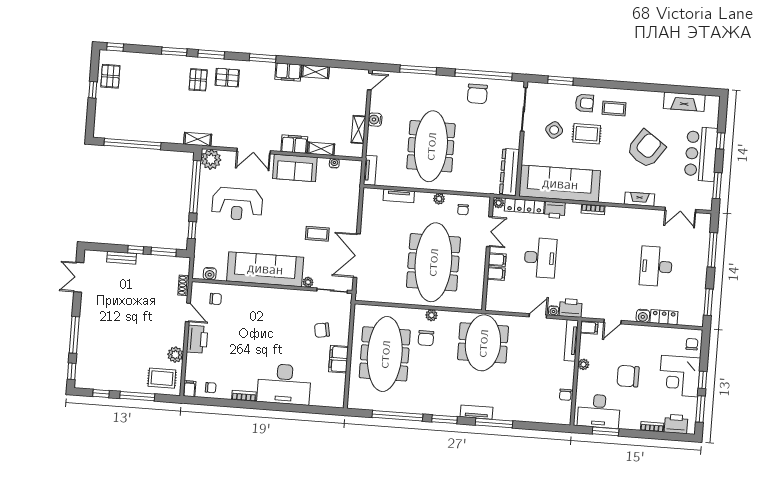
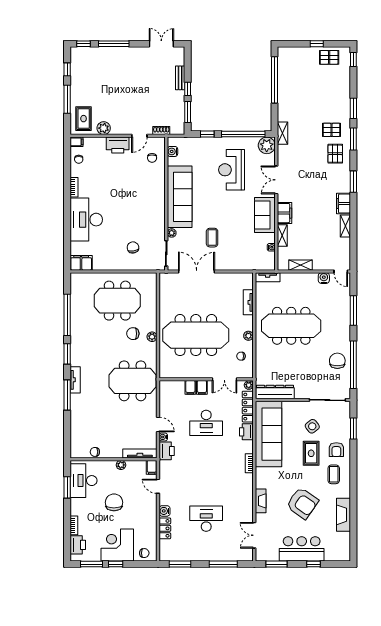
chair: (477, 94) -> (337, 361), turned 90
fireplace: (684, 102) -> (344, 515), moved
water cooler: (375, 120) -> (324, 278), moved
meeting table: (385, 354) -> (117, 301), width x0.73
filing cabinet: (339, 359) -> (81, 263), moved

